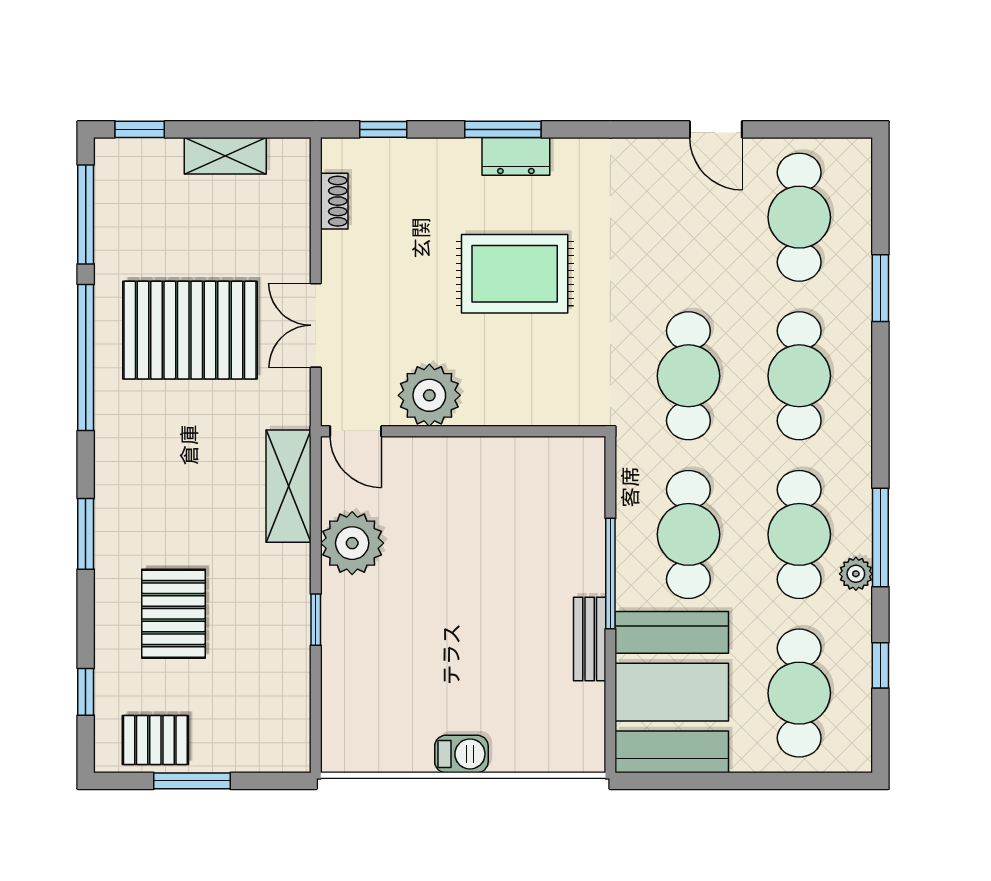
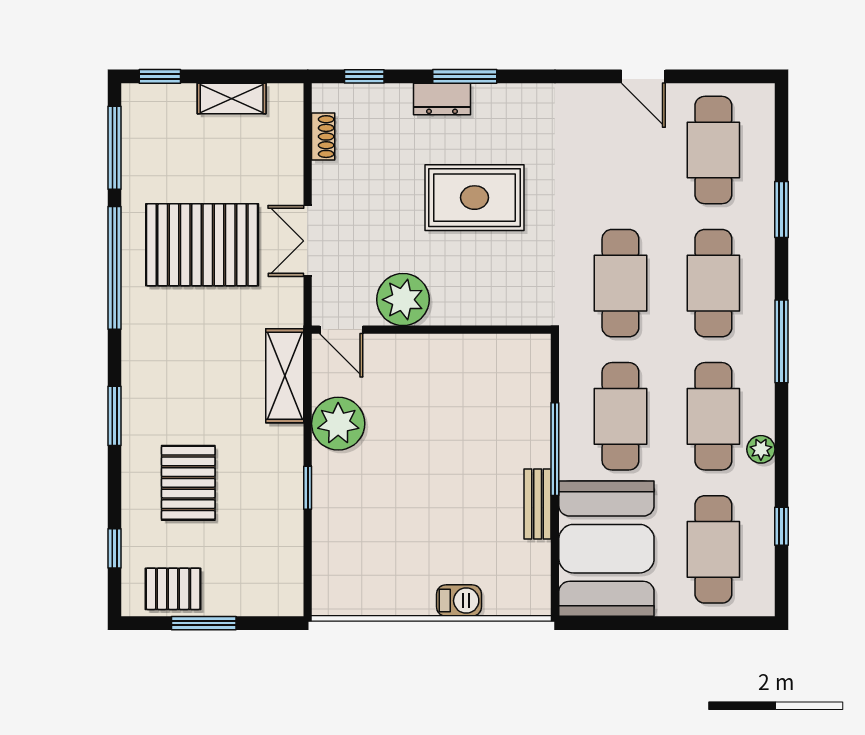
dresser: (516, 156) -> (442, 99), moved
window: (880, 538) -> (782, 341), moved
barbecue: (461, 754) -> (459, 601), moved

